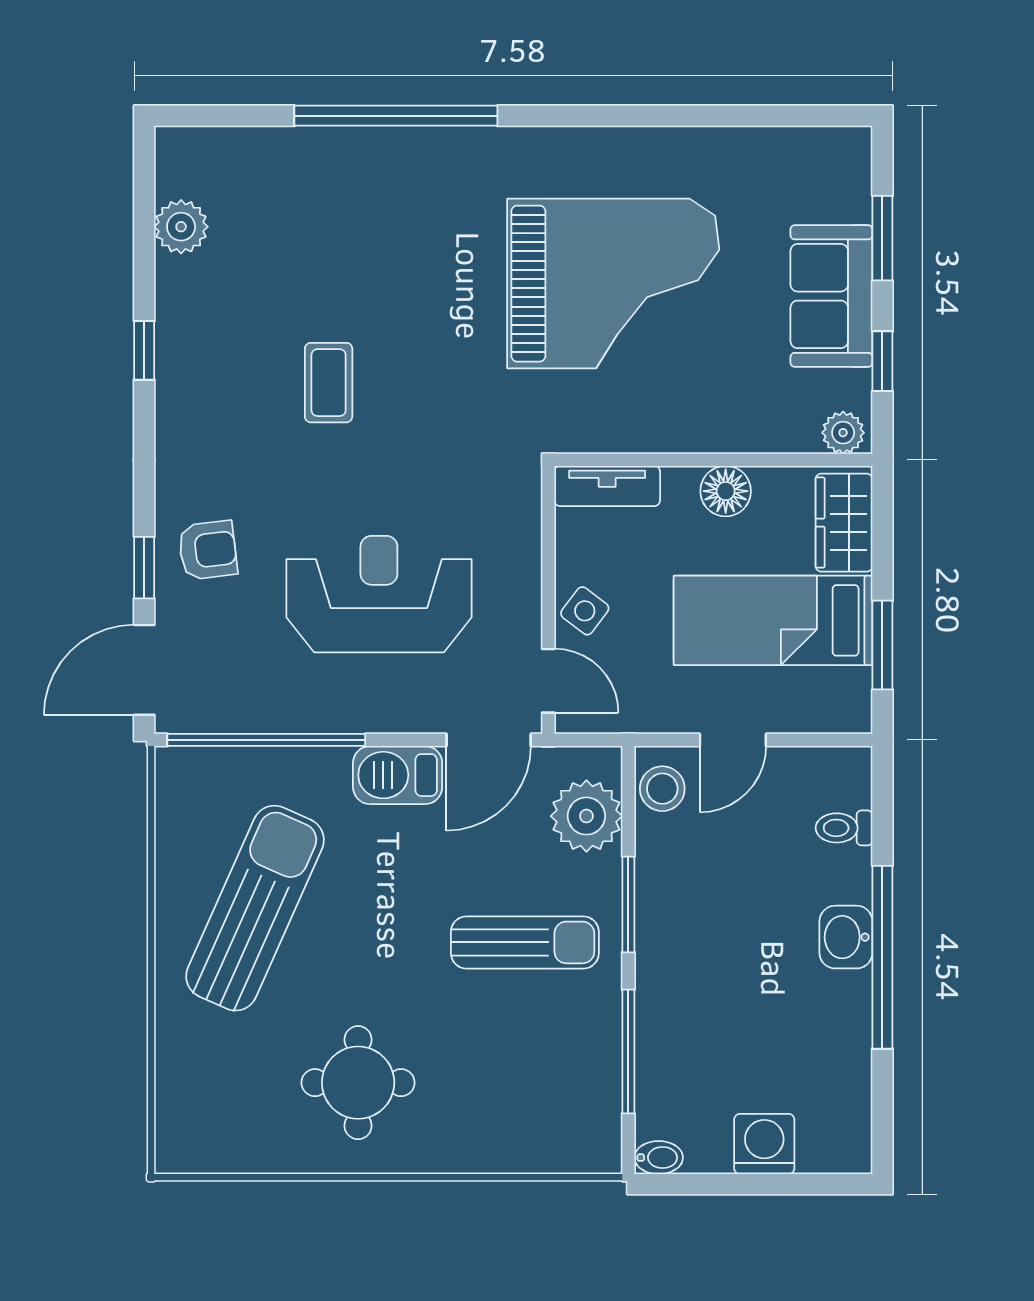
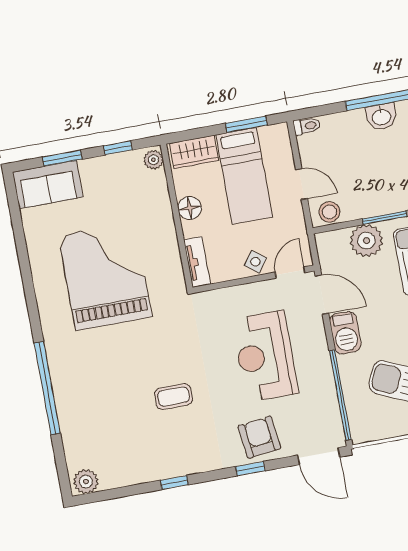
plant: (181, 227) -> (86, 482), moved
sofa: (831, 296) -> (48, 185), moved
armchair: (208, 550) -> (259, 437), width x1.38, depth x1.38
window: (144, 568) -> (250, 469), moved
plant: (586, 816) -> (366, 241), moved
toilet: (844, 828) -> (307, 126), moved, turned -90

